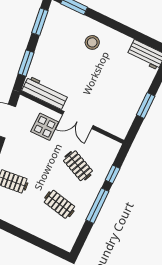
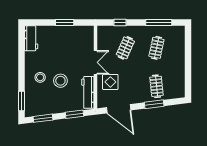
stool: (76, 66) -> (60, 81), added
window: (97, 206) -> (159, 23), moved

